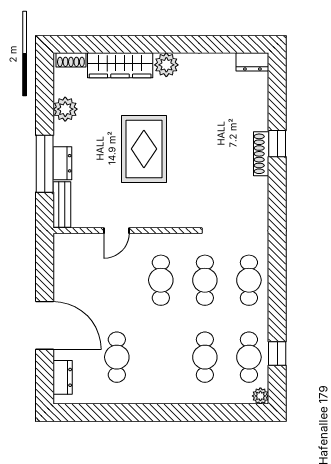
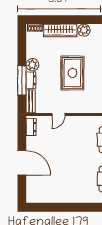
plant: (65, 109) -> (32, 65), moved
cafe table: (161, 280) -> (81, 140), removed
cafe table: (117, 357) -> (59, 179), removed
dresser: (63, 377) -> (31, 127), moved

